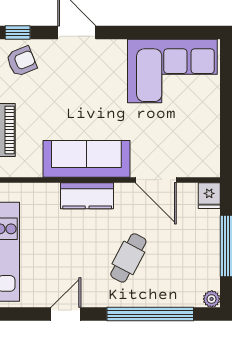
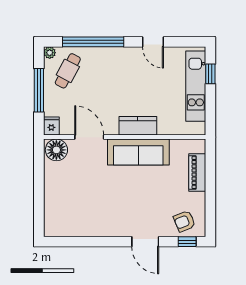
corner sofa: (172, 71) -> (77, 214), removed
floor lamp: (202, 162) -> (56, 150), added
cafe table: (128, 258) -> (68, 71), moved
door: (66, 314) -> (153, 42), hinge flipped

